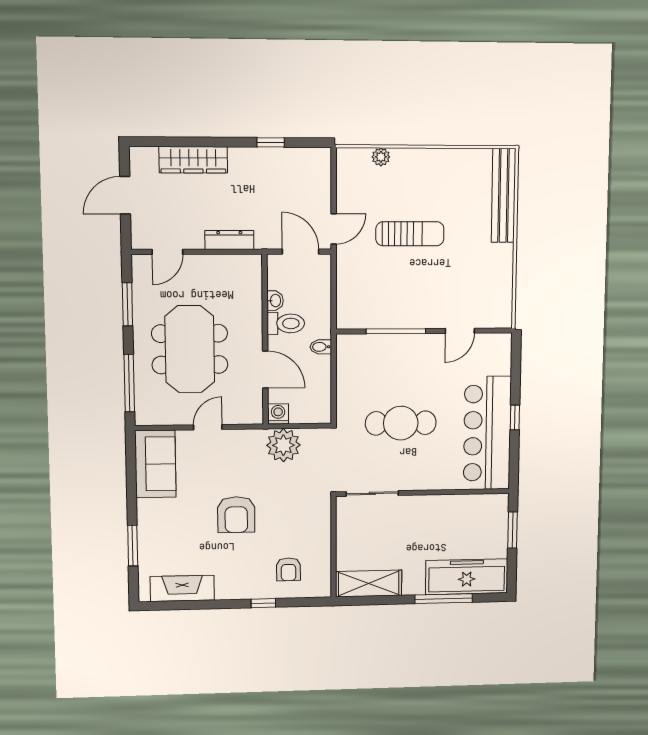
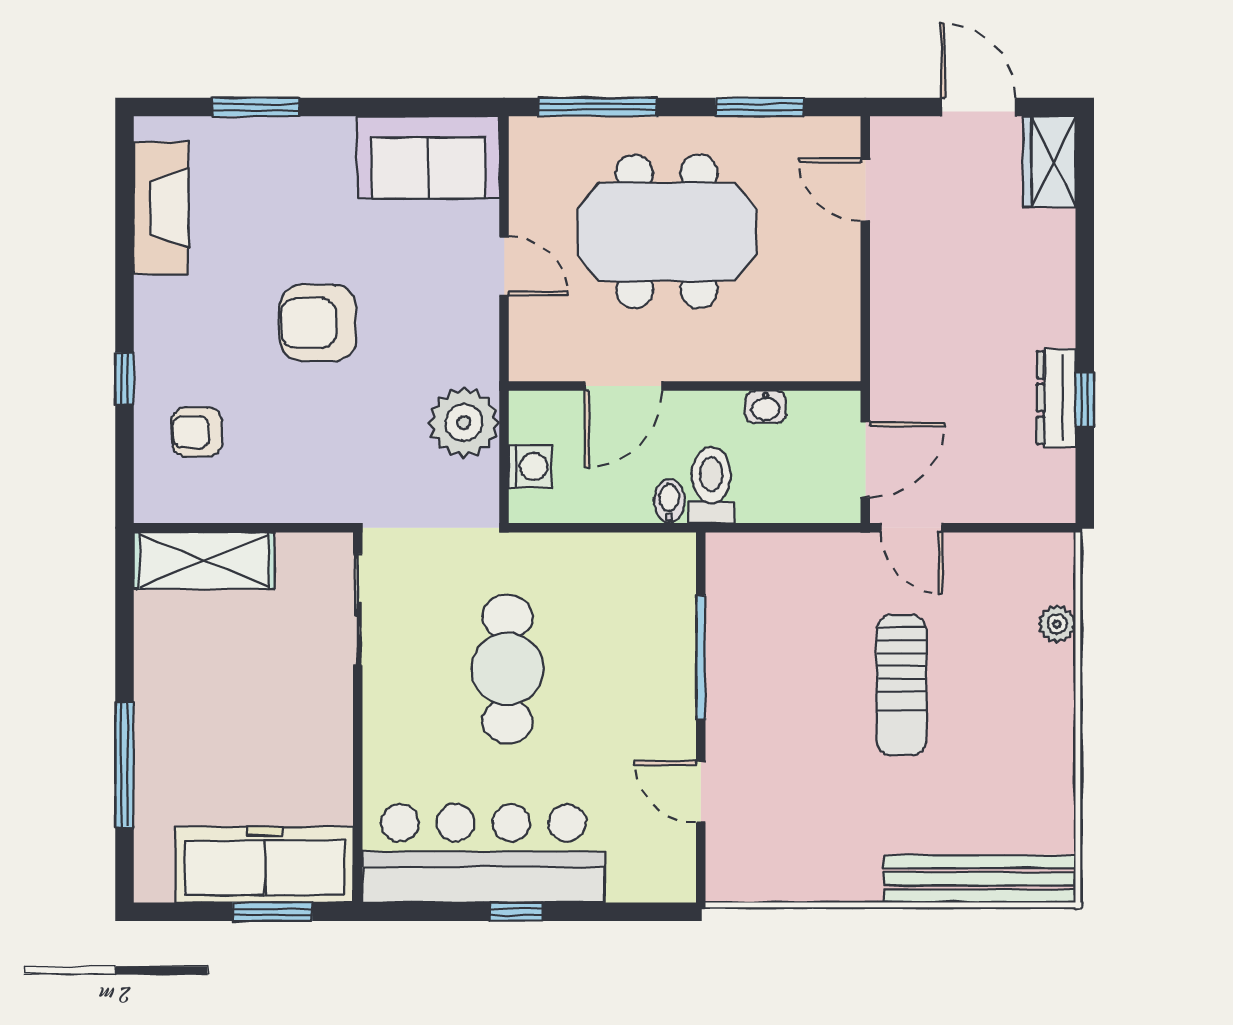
wardrobe: (193, 160) -> (1049, 162), moved, width x0.67
dresser: (229, 240) -> (1056, 398), moved, turned 180
toilet: (286, 323) -> (711, 485), moved, turned 180
washing machine: (278, 414) -> (530, 467), moved
freezer: (467, 577) -> (265, 865), moved, turned -90
shelving: (369, 584) -> (204, 560), moved, turned 90

